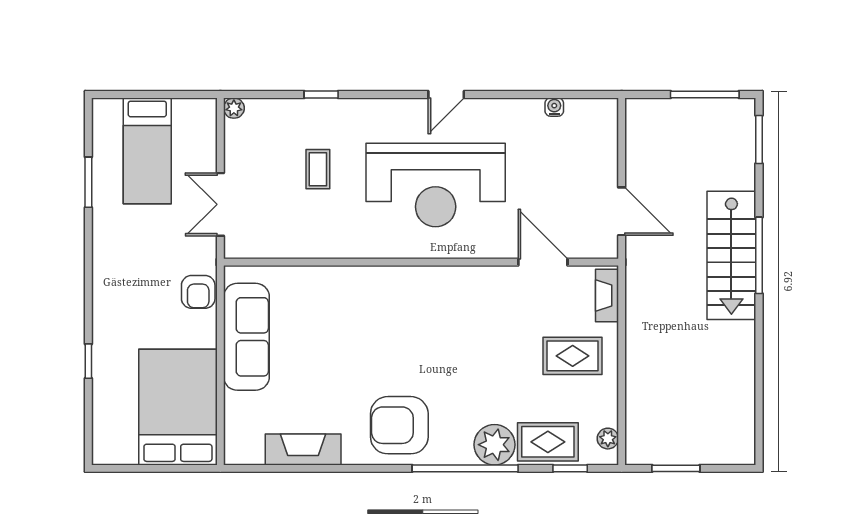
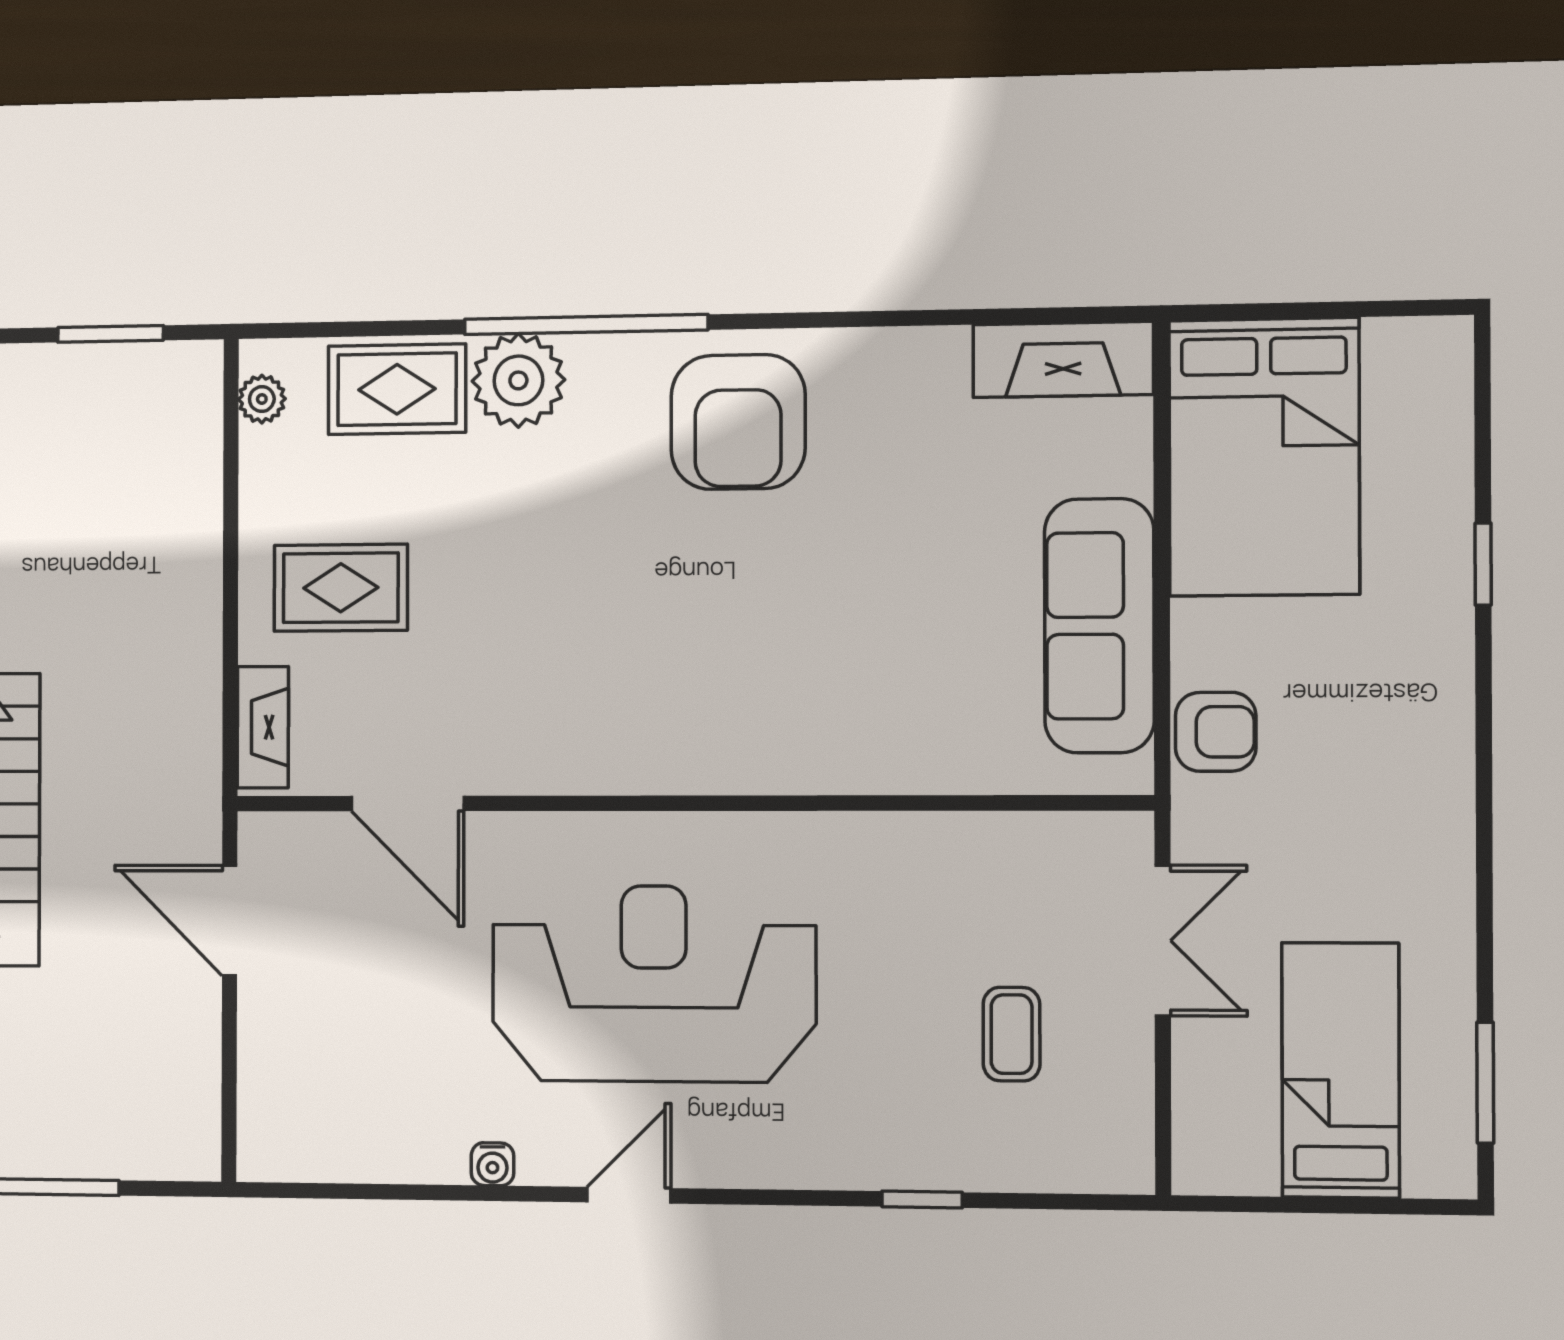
water cooler: (554, 107) -> (492, 1164), moved
plant: (234, 108) -> (1130, 1170), removed
coffee table: (318, 169) -> (1012, 1034), moved
window: (88, 182) -> (1485, 1083), moved
armchair: (198, 292) -> (1216, 732), turned 90
armchair: (399, 425) -> (738, 422), turned 90
fireplace: (303, 449) -> (1063, 359), moved
window: (570, 468) -> (347, 329), removed

